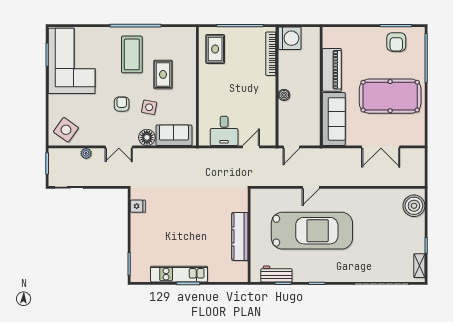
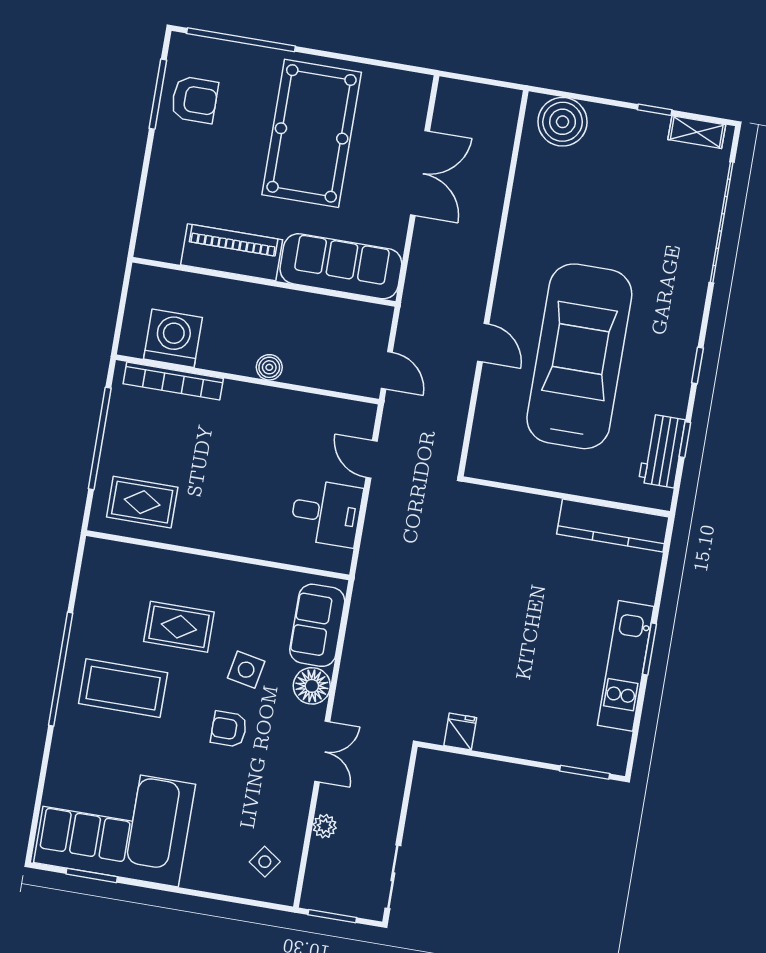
washing machine: (290, 38) -> (173, 338), moved
side table: (66, 130) -> (265, 862), width x0.54, depth x0.54
kitchen counter: (240, 236) -> (613, 525), moved

